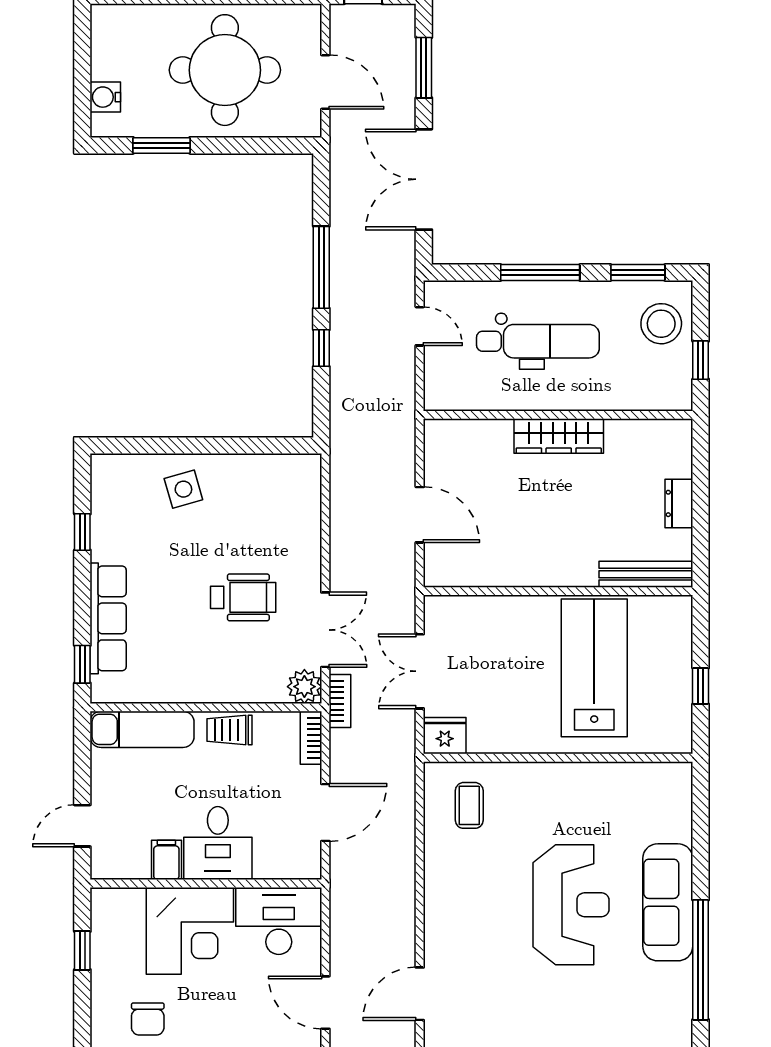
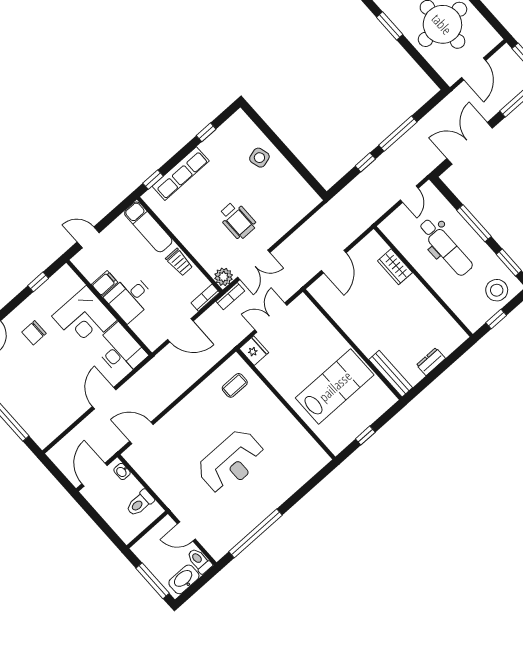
wardrobe: (559, 436) -> (395, 267), moved, width x0.67
trolley: (229, 730) -> (179, 262), turned 180
sofa: (668, 902) -> (267, 500), removed

